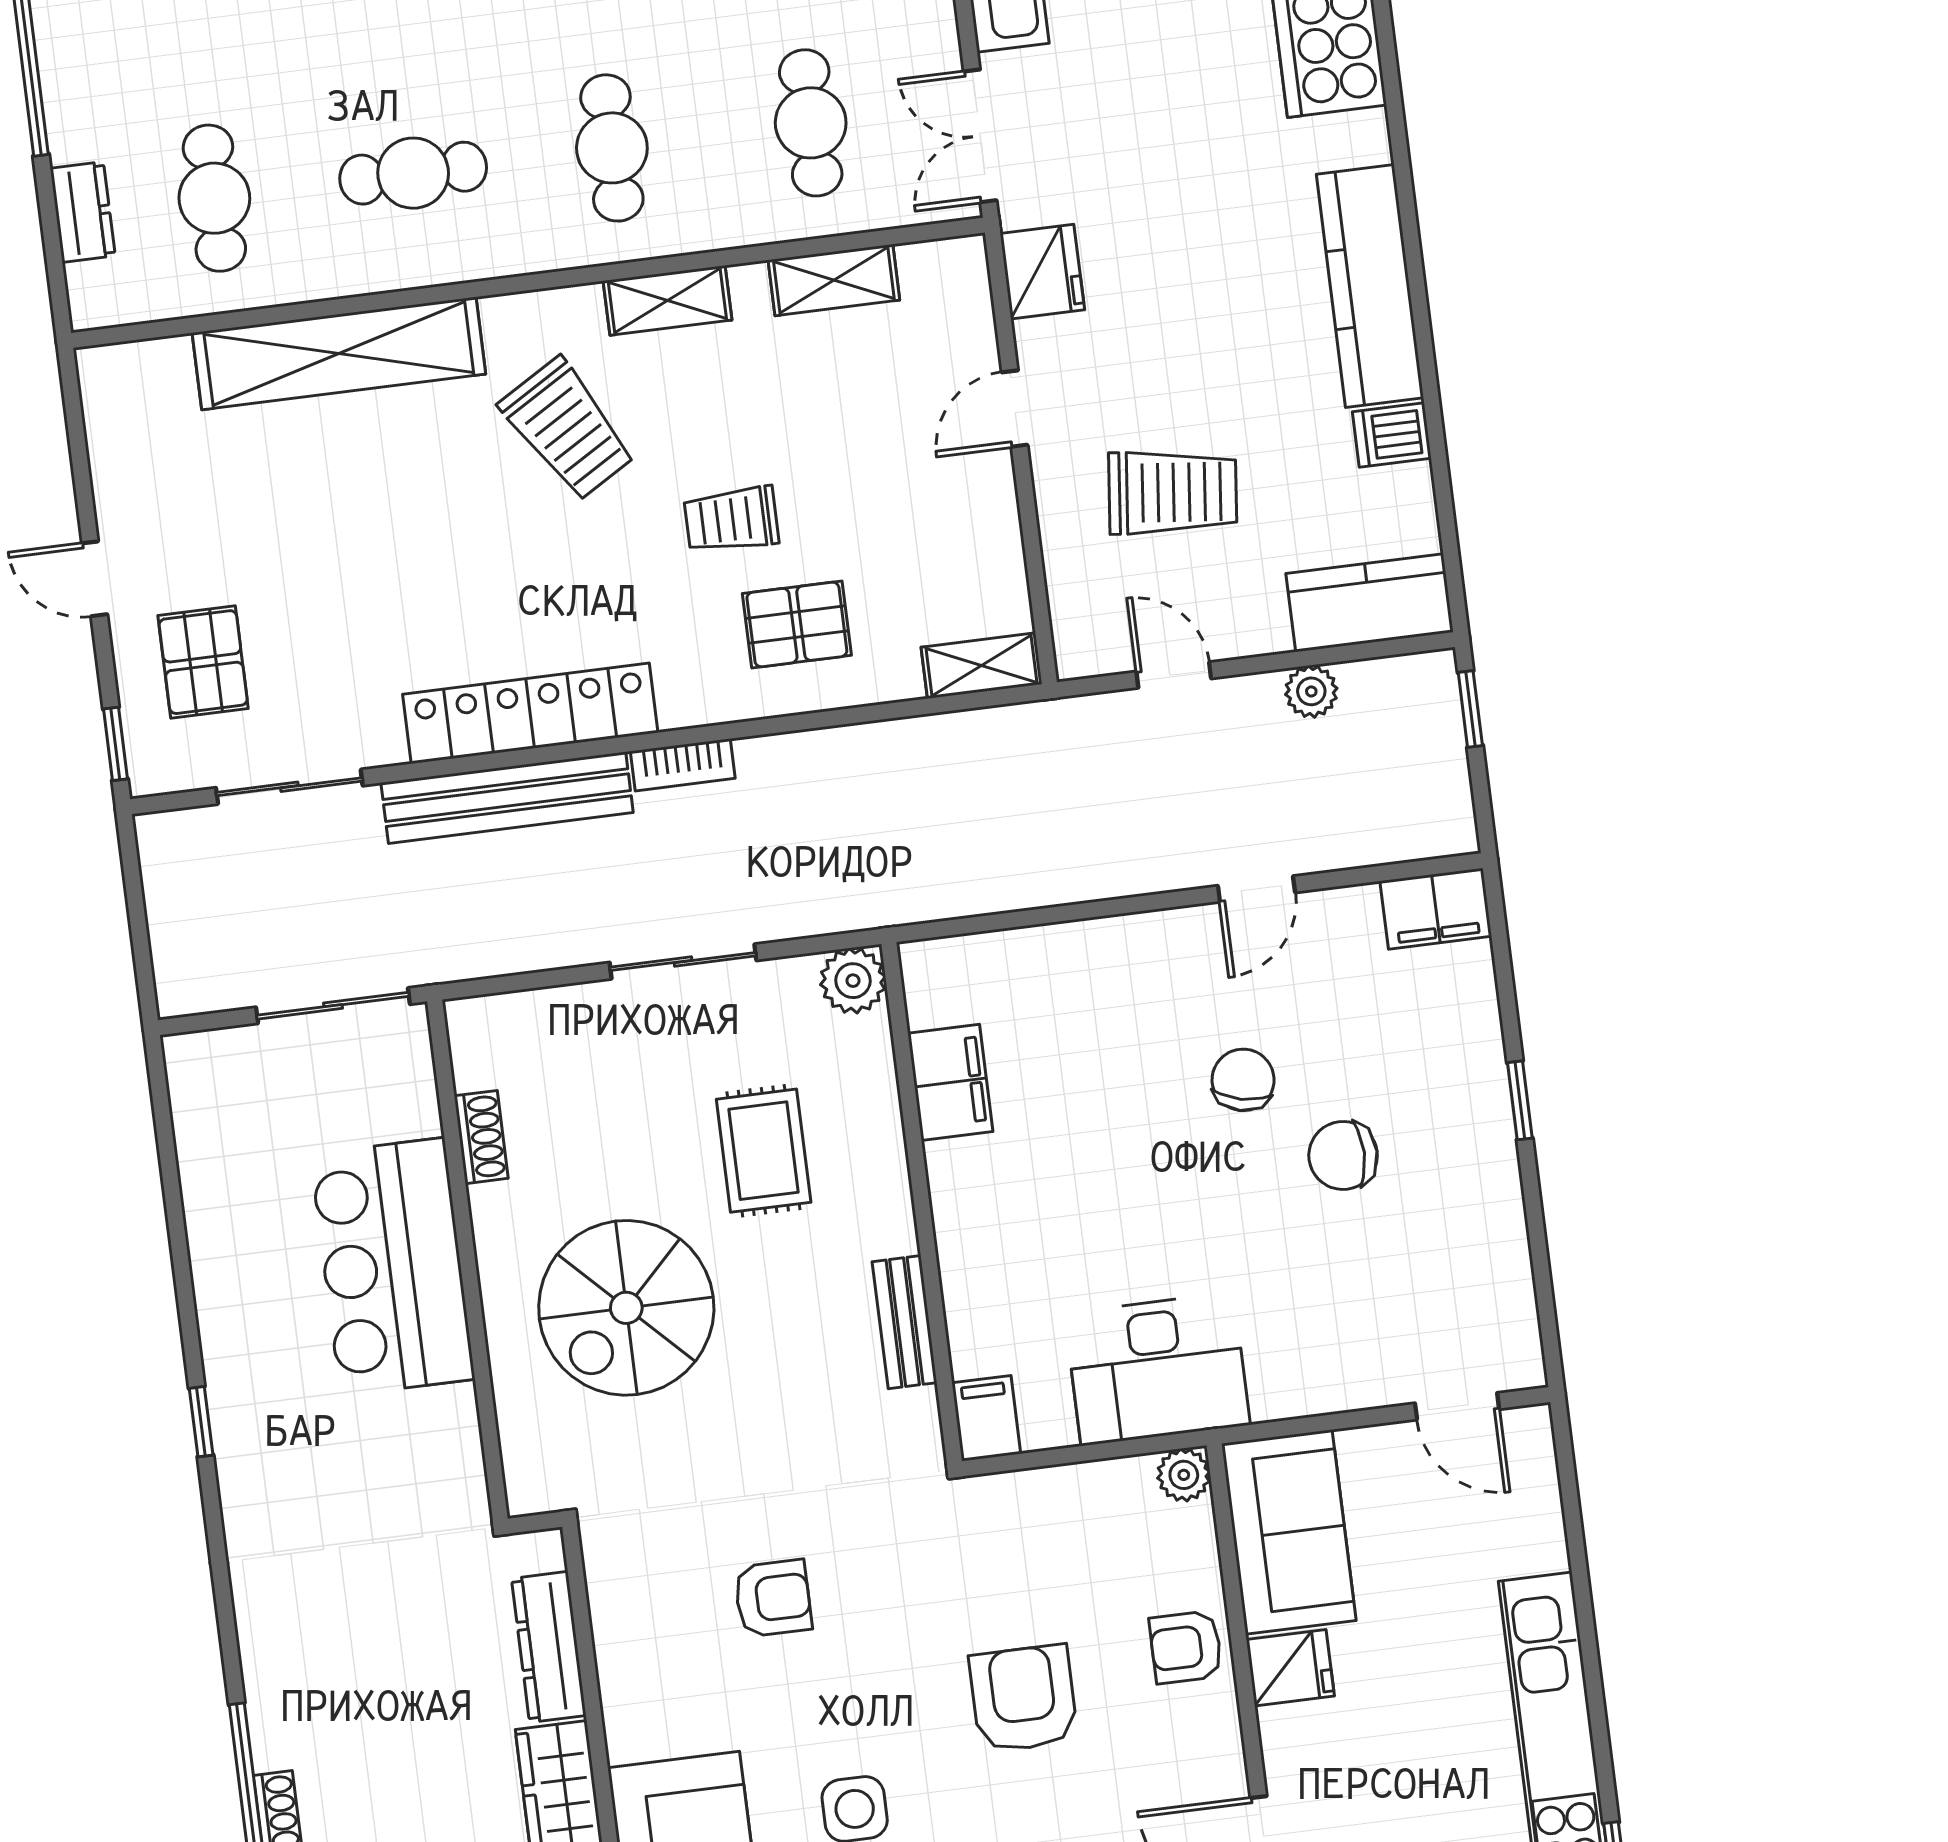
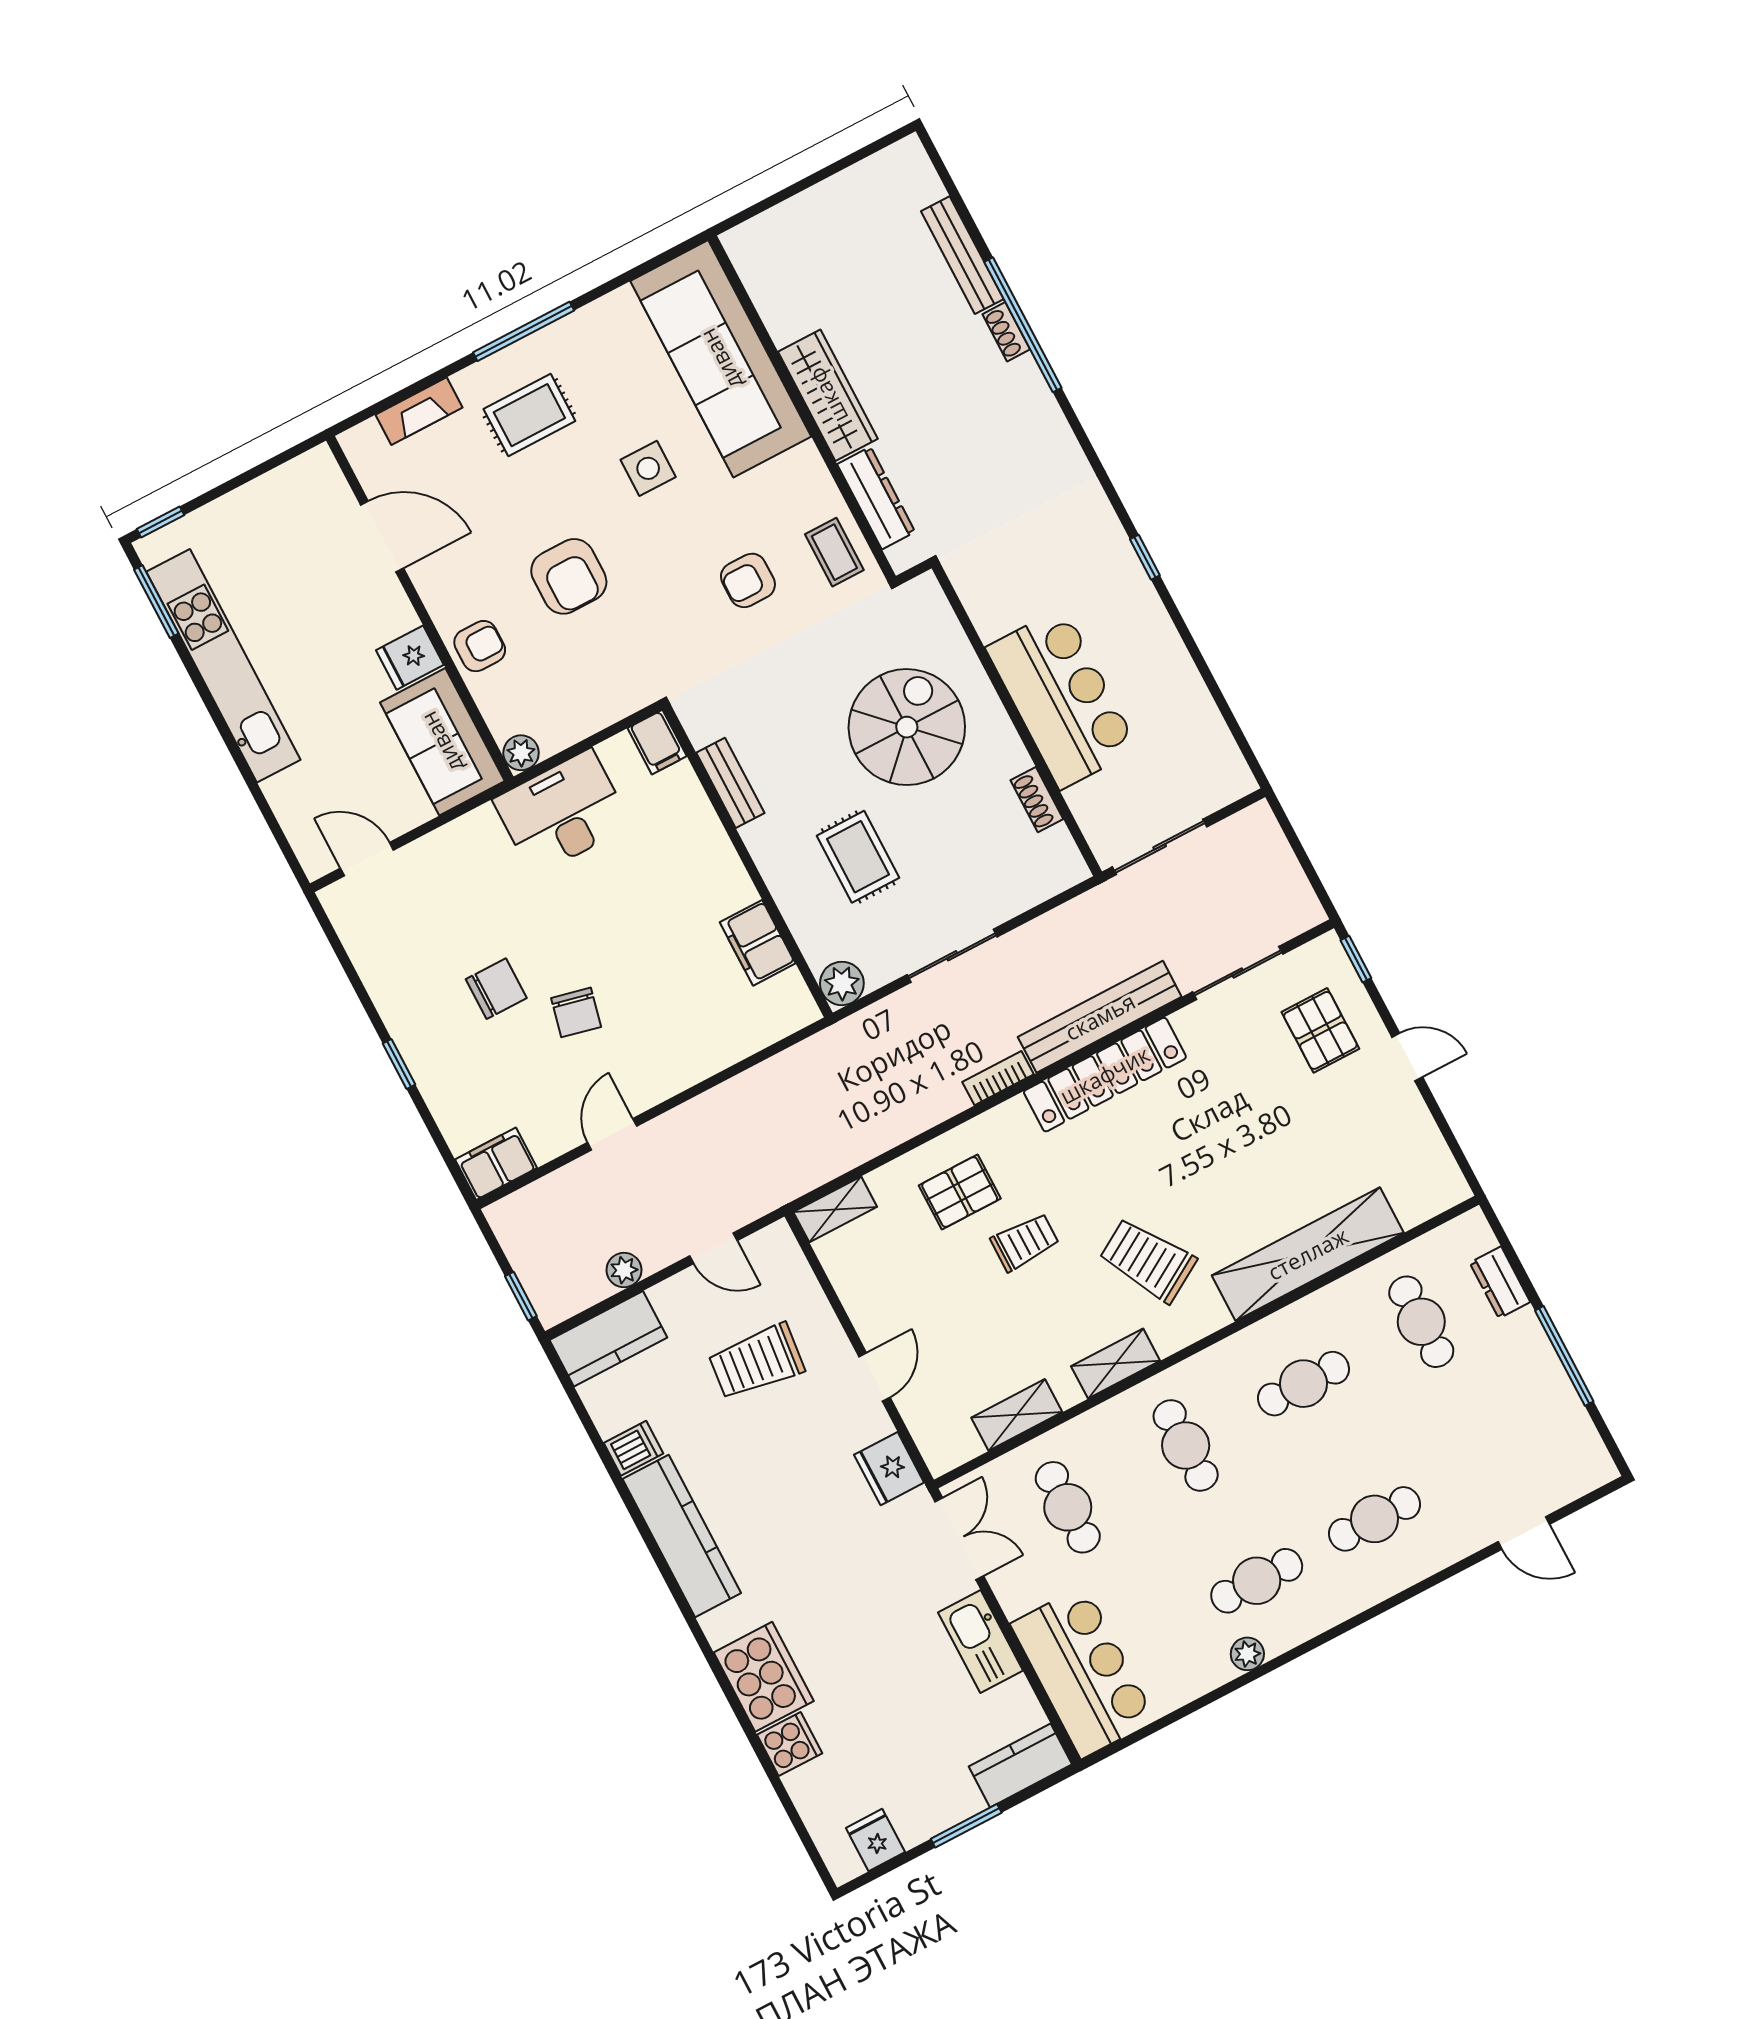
coffee table: (636, 1593) -> (834, 552), added

